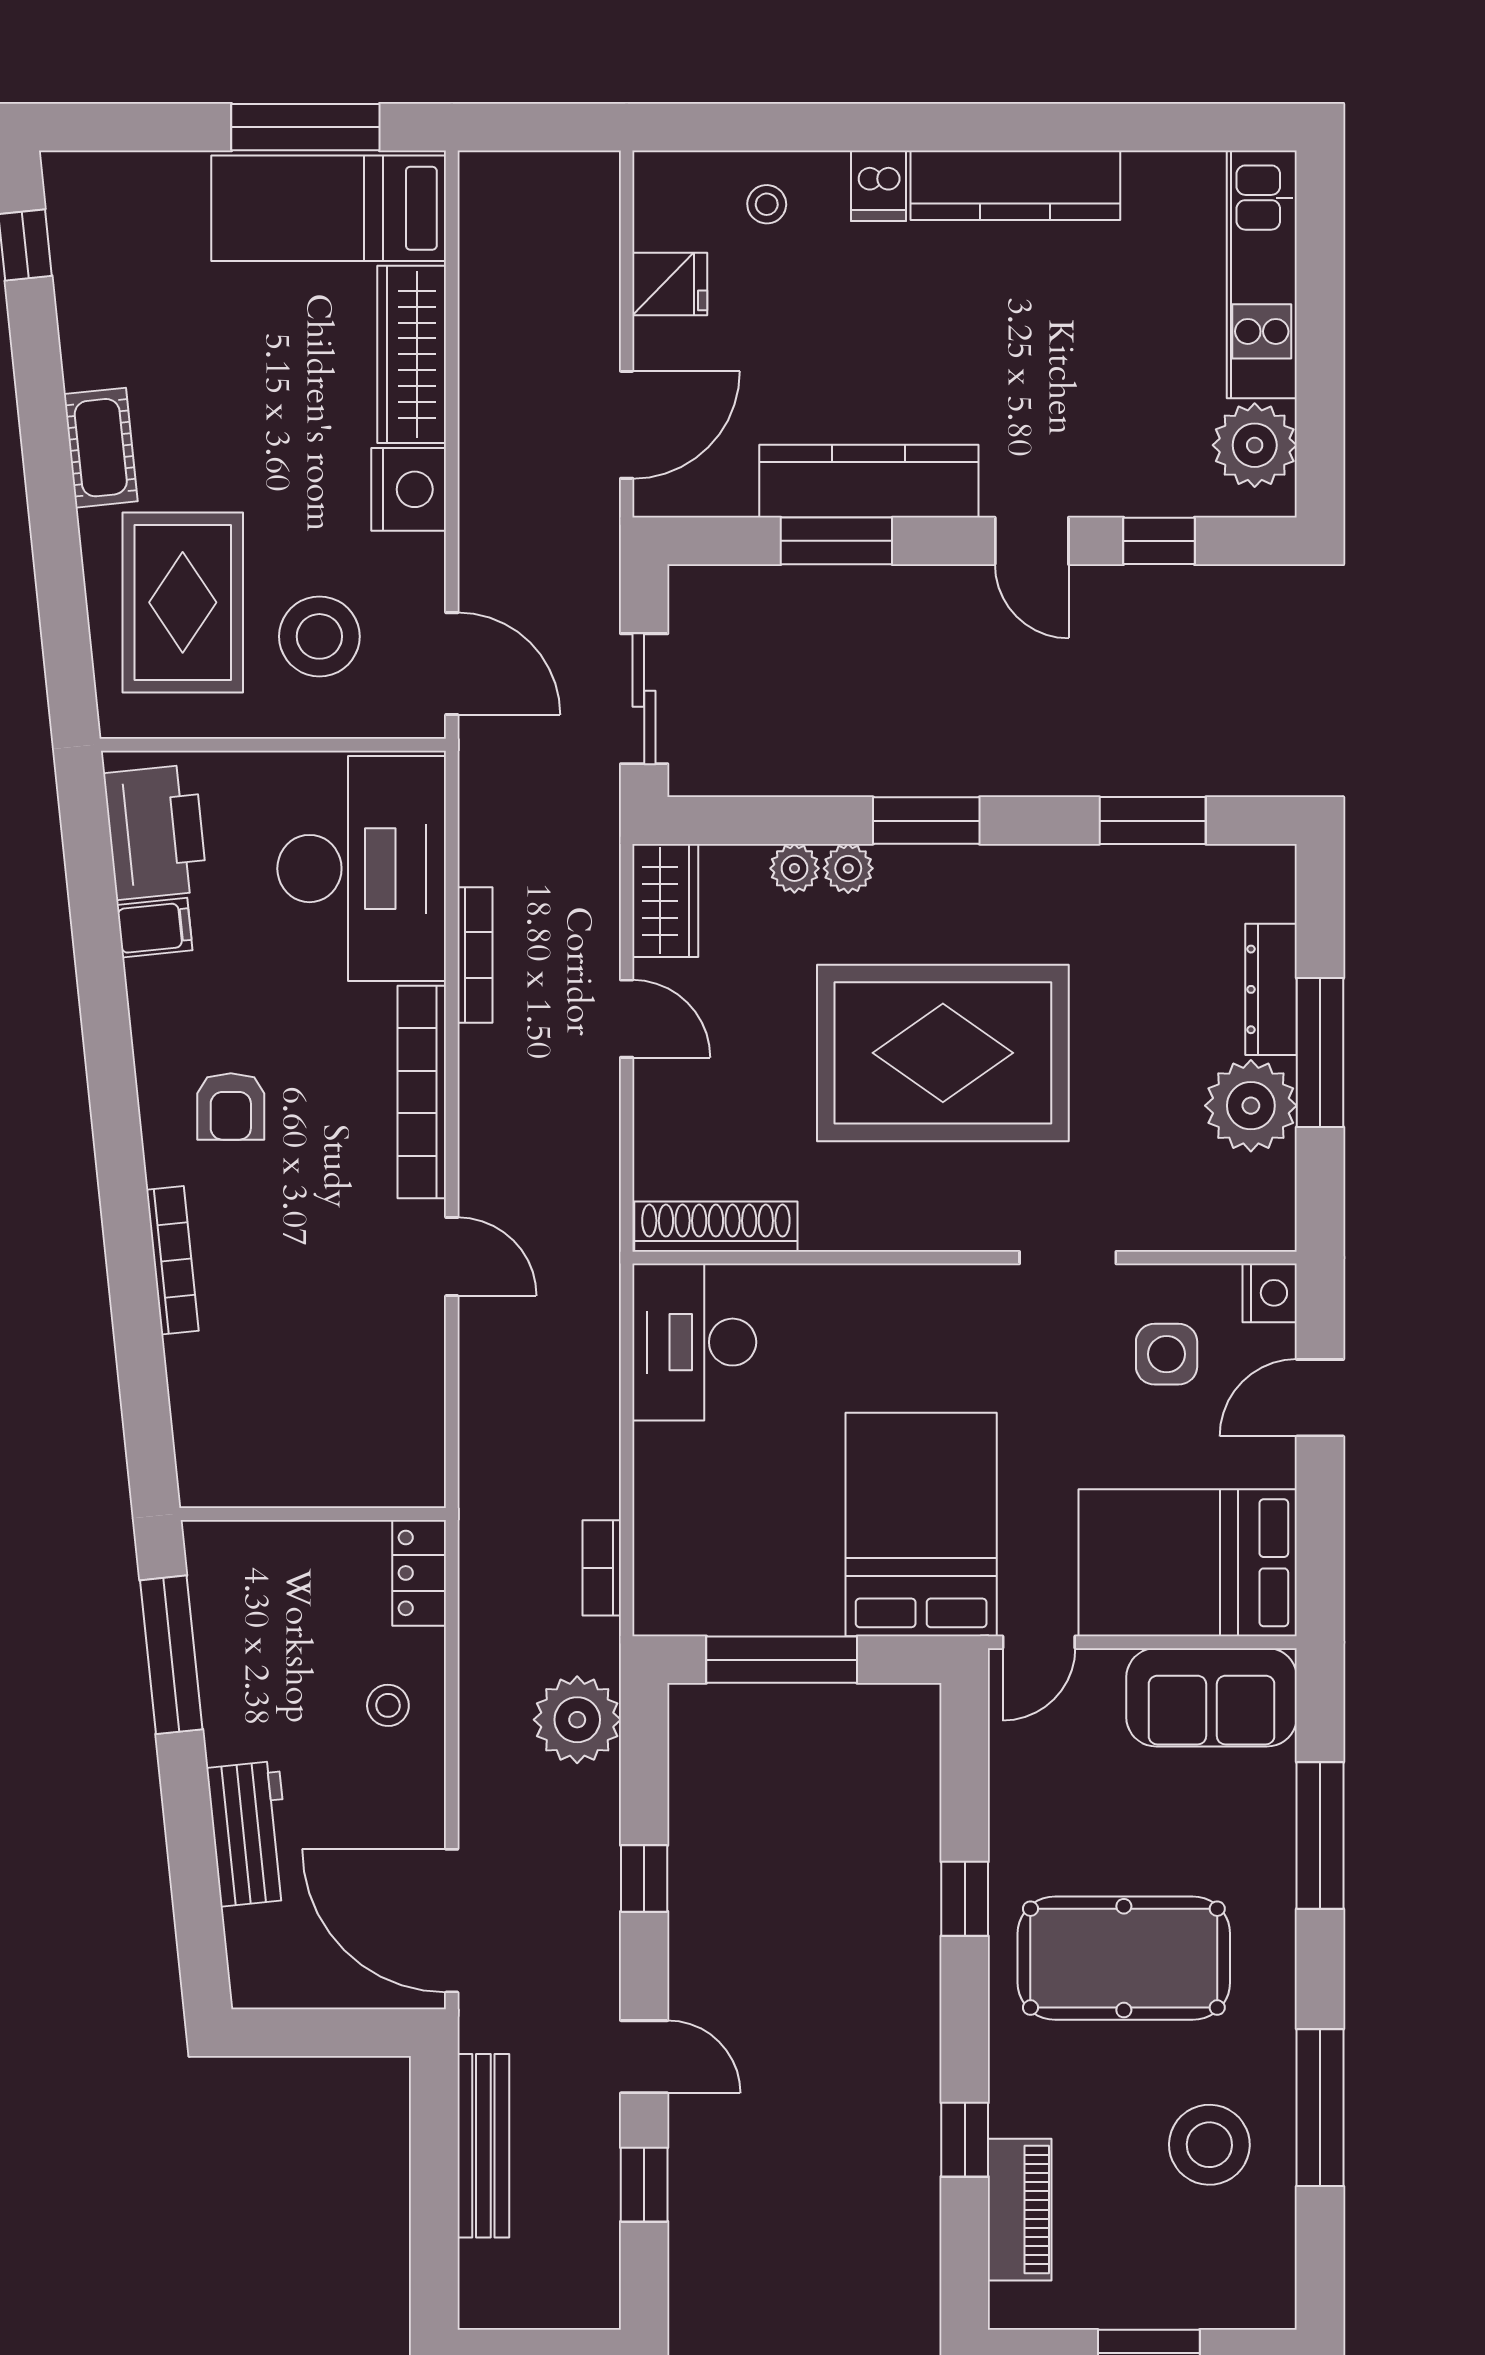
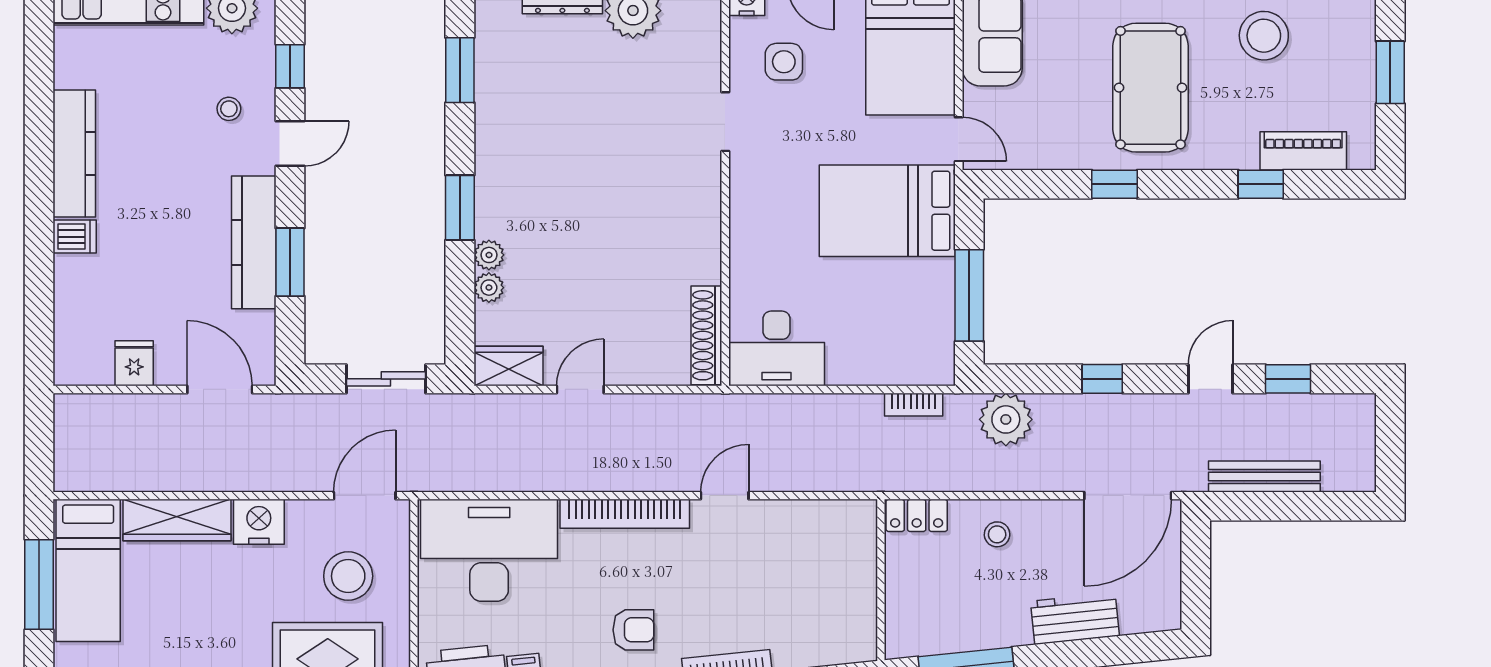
stool: (767, 204) -> (229, 109), moved
bookcase: (475, 955) -> (541, 482), removed
rug: (943, 1053) -> (601, 197), removed

